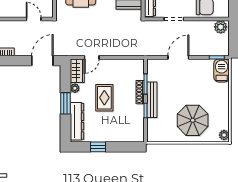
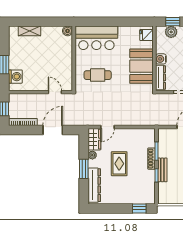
door: (42, 61) -> (53, 130), moved
bench: (152, 100) -> (162, 170), width x0.73
window: (98, 147) -> (139, 208), moved

